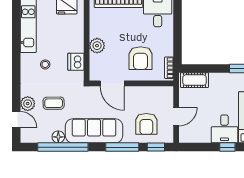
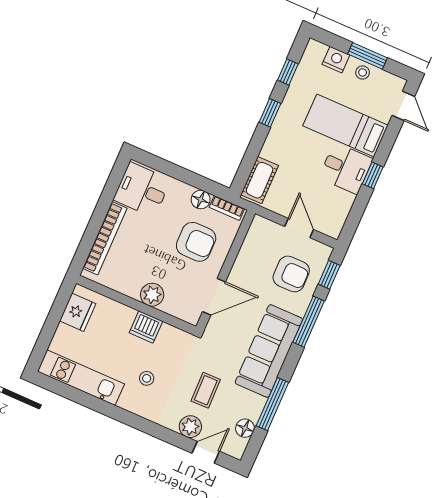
floor lamp: (167, 50) -> (201, 200), added
dishwasher: (76, 62) -> (146, 327), moved
floor lamp: (58, 137) -> (245, 428), moved
window: (63, 147) -> (272, 404), width x0.68

